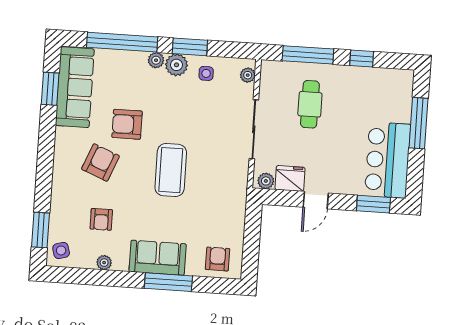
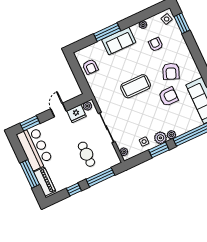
piano: (402, 97) -> (45, 182), added
coffee table: (171, 170) -> (136, 86), turned 90
armchair: (218, 259) -> (90, 67), moved

